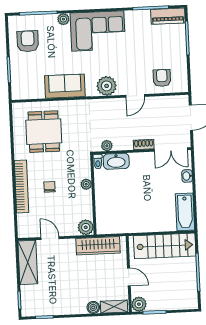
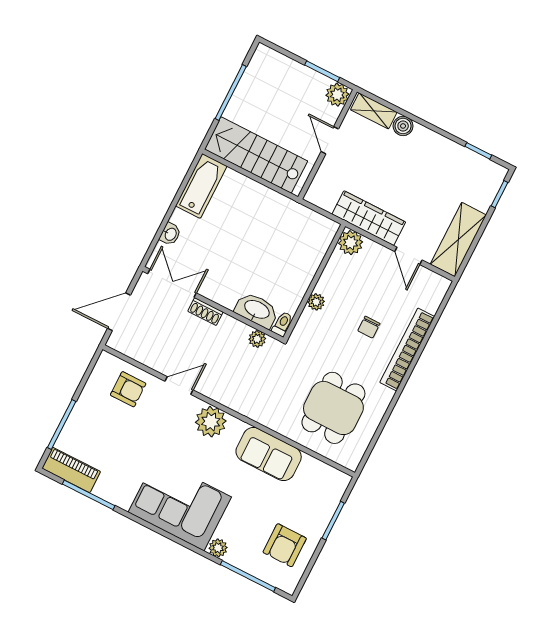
armchair: (162, 78) -> (128, 389), turned -90
wardrobe: (98, 246) -> (369, 218), moved

